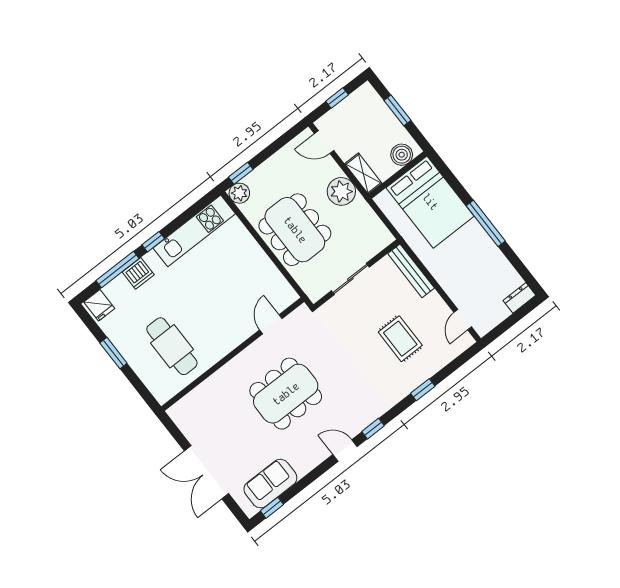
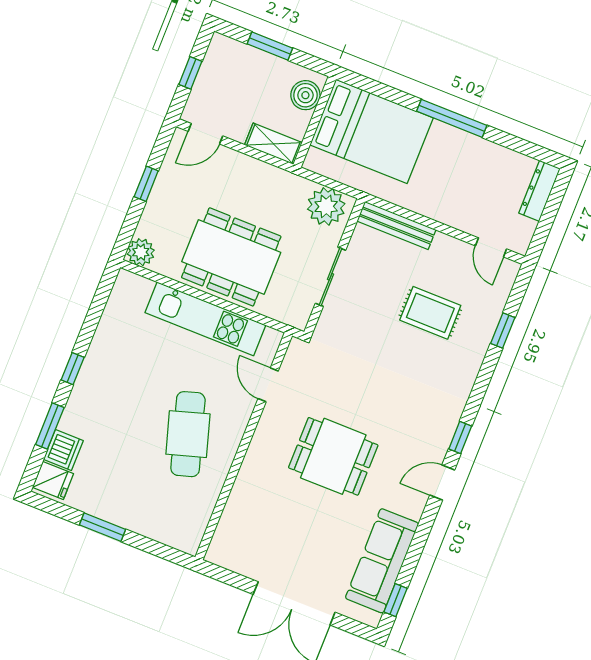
window: (241, 173) -> (146, 184), moved
plant: (341, 191) -> (326, 206), moved
kitchen unit: (194, 231) -> (205, 319), moved, turned 90
window: (117, 270) -> (50, 426), width x0.69
dishwasher: (138, 273) -> (63, 450), moved
dresser: (519, 298) -> (539, 191), width x1.44
cafe table: (172, 346) -> (188, 434), moved, turned 73
window: (423, 390) -> (503, 331), moved
dining table: (286, 394) -> (333, 456), width x0.73
sofa: (270, 484) -> (382, 561), width x1.36

